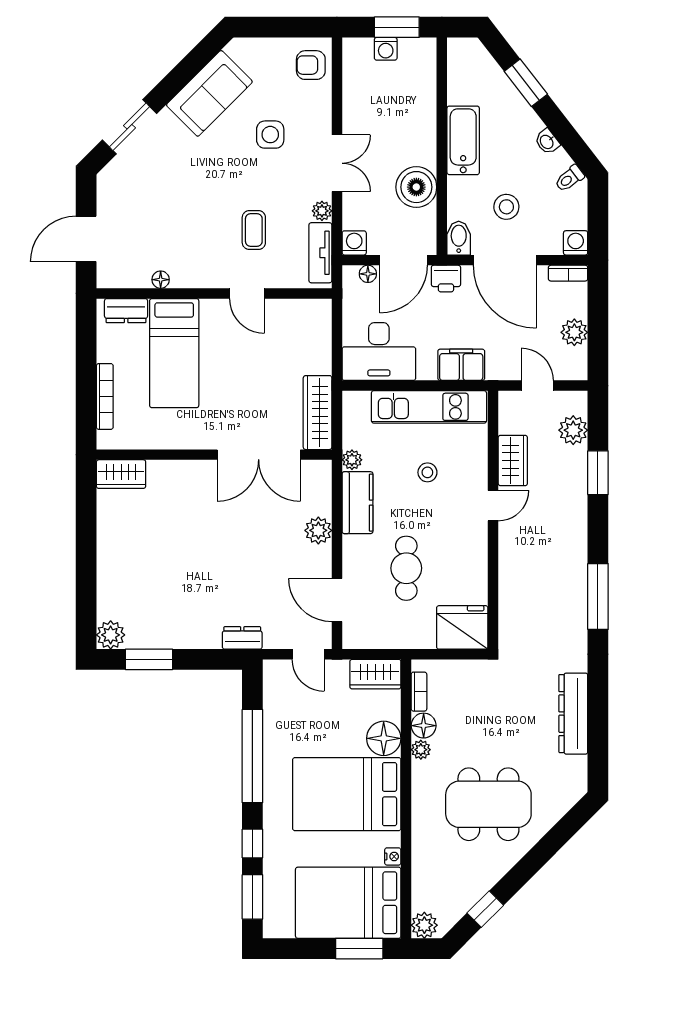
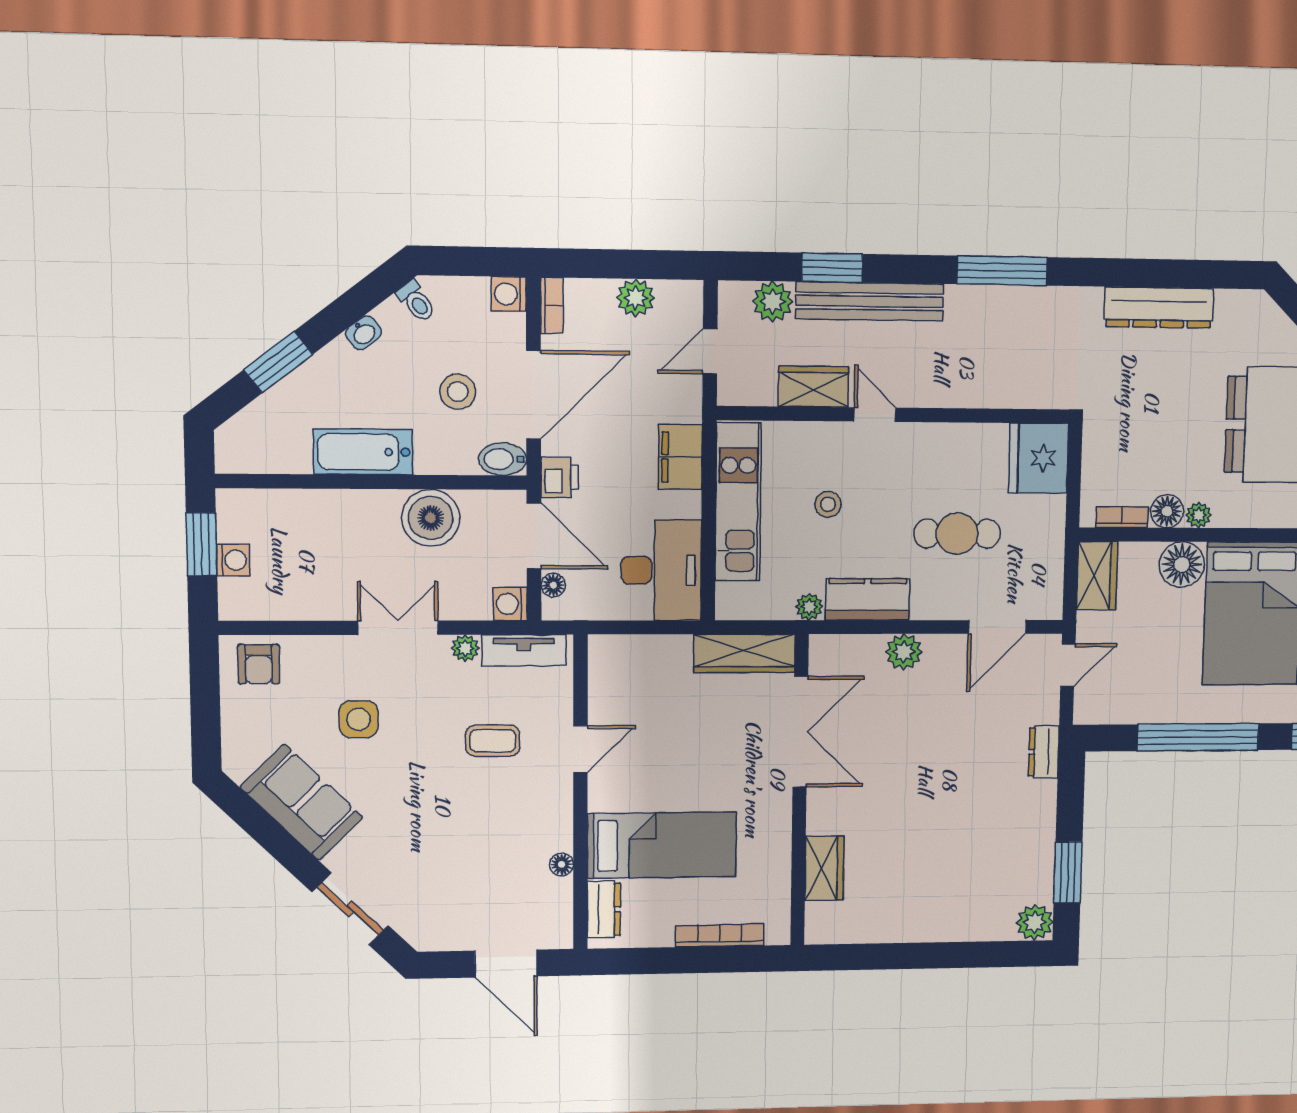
wardrobe: (121, 474) -> (824, 868), moved
bench: (574, 500) -> (870, 301), added

